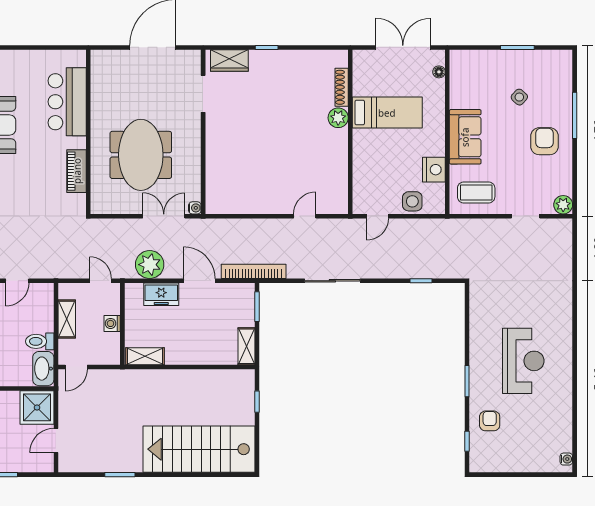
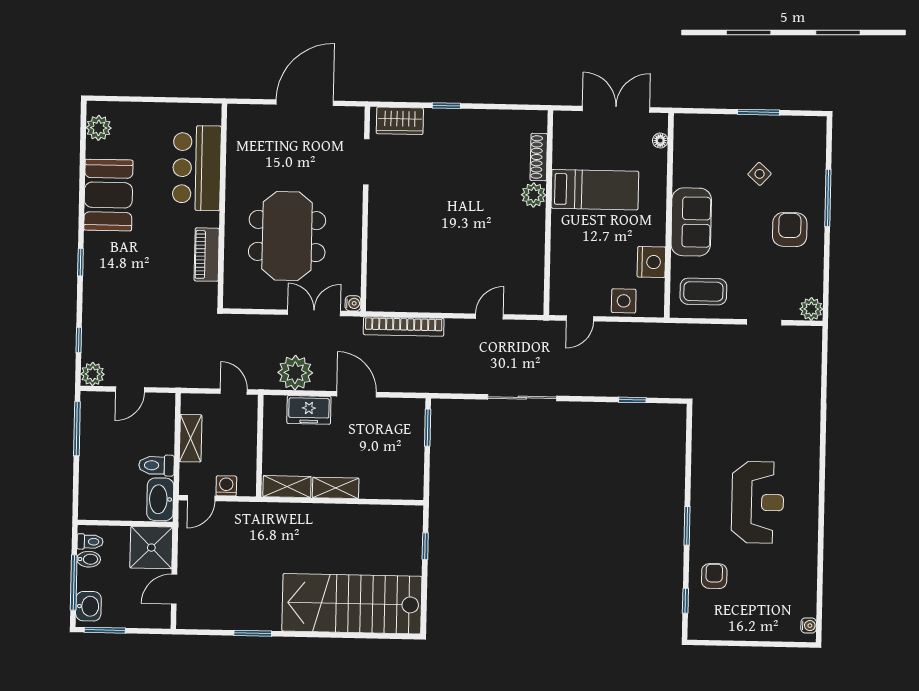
bookcase: (254, 271) -> (404, 327), moved, turned 180
washing machine: (112, 323) -> (226, 486), moved, turned 90
shelving: (246, 346) -> (336, 488), moved, turned 90

